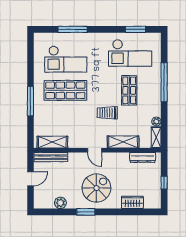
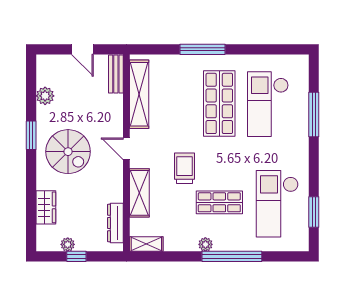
plant: (156, 121) -> (205, 244), moved
shelving: (52, 142) -> (139, 94), width x1.47
door: (95, 150) -> (126, 149), hinge flipped
bench: (51, 157) -> (116, 74), width x0.73
plant: (156, 188) -> (68, 244), added

